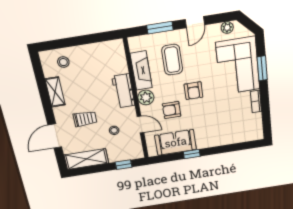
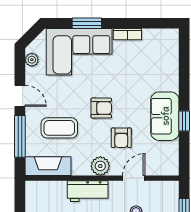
window: (160, 28) -> (20, 136), width x1.44
fireplace: (141, 71) -> (48, 166), moved
sofa: (176, 142) -> (165, 116), moved

